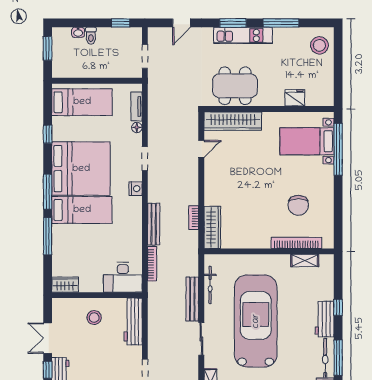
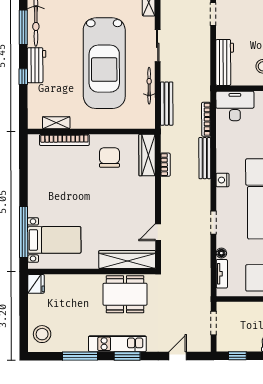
fridge: (295, 98) -> (36, 284), moved, turned -90
nightstand: (136, 189) -> (222, 180), moved
chair: (298, 205) -> (109, 157), moved
bicycle: (210, 285) -> (149, 86), moved
bench: (192, 299) -> (167, 104), moved

